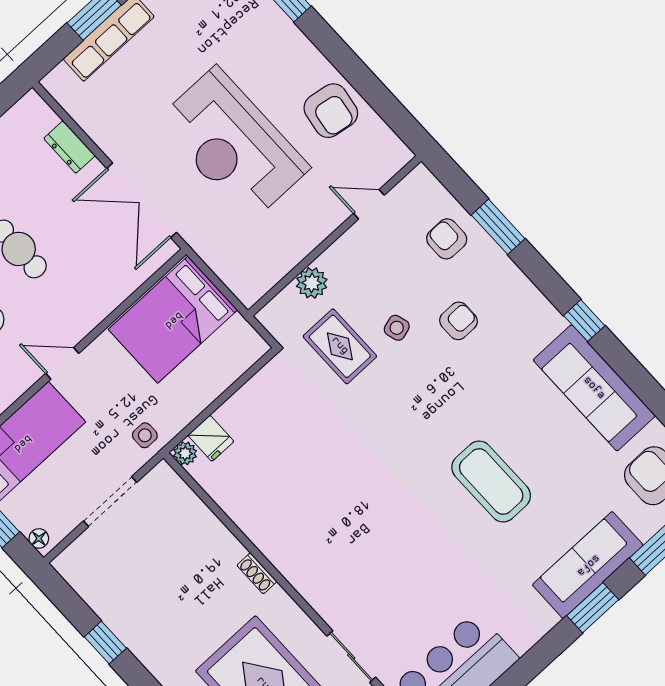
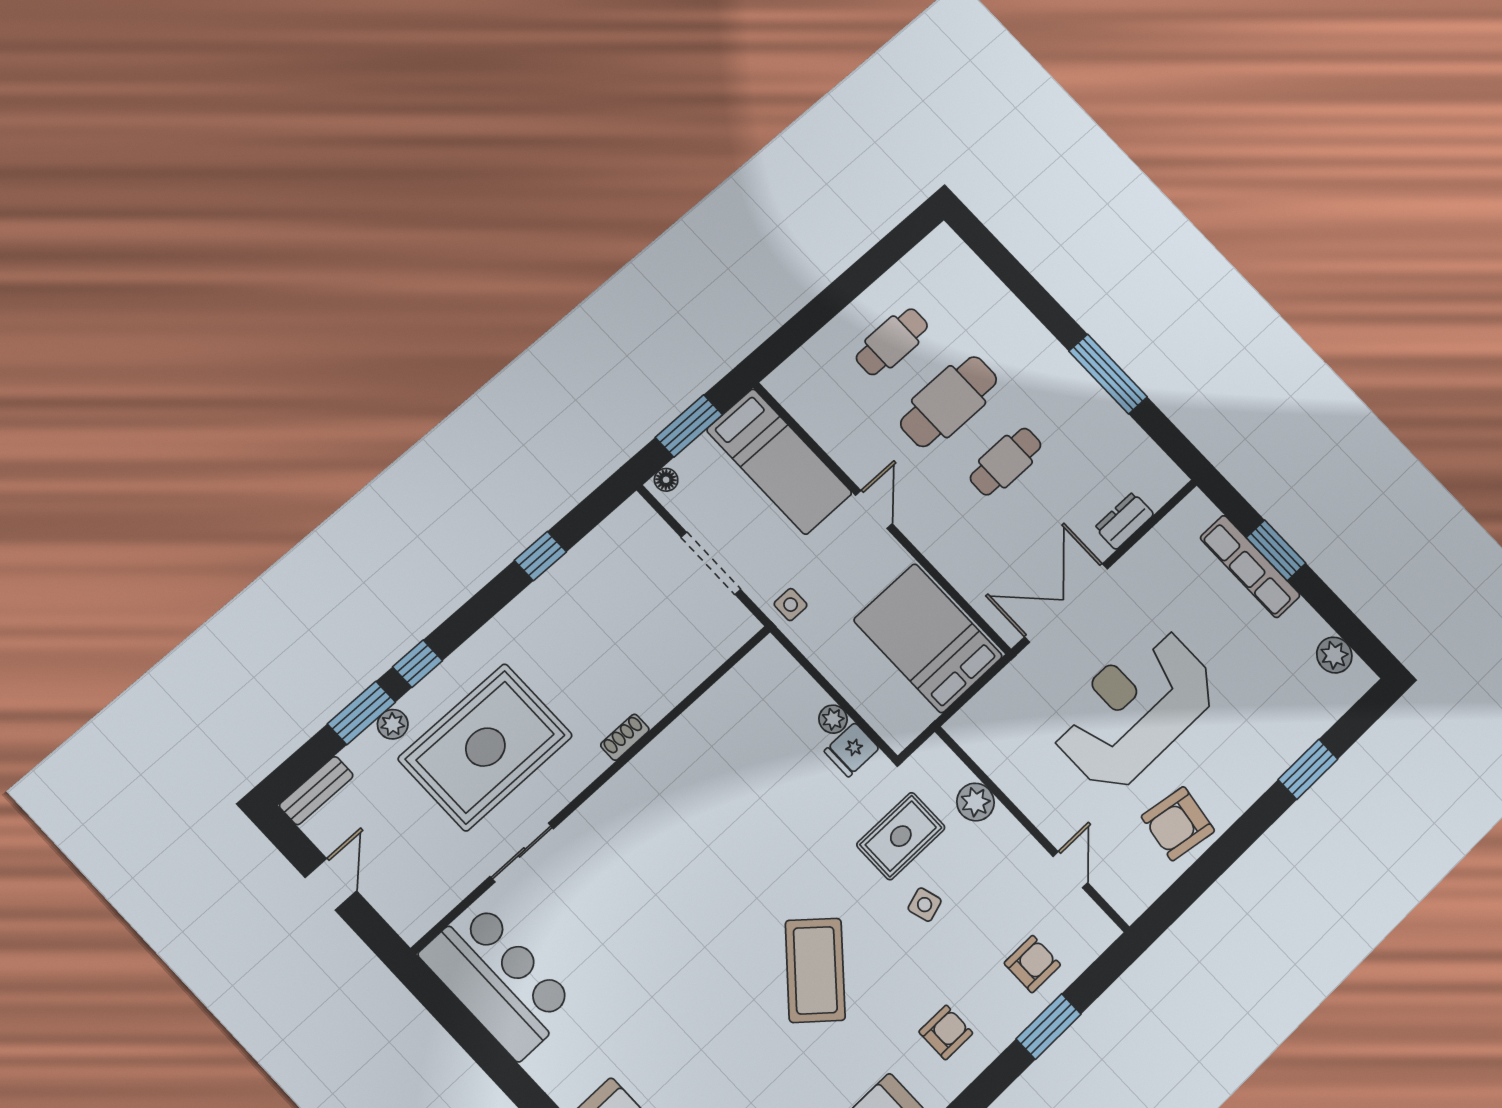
armchair: (458, 321) -> (946, 1032), moved, turned -90
fridge: (211, 438) -> (852, 750), moved
plant: (185, 453) -> (833, 719), moved
coffee table: (491, 482) -> (815, 970), moved, turned -49

